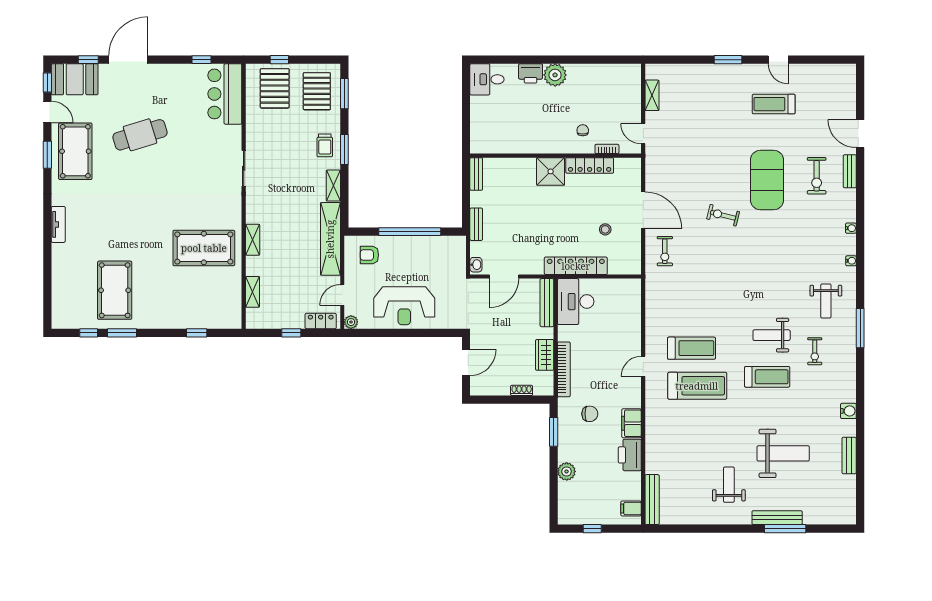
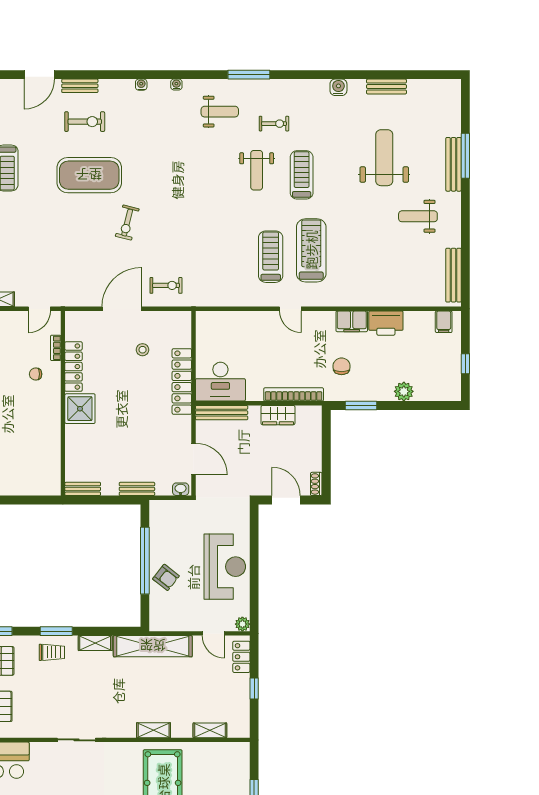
armchair: (369, 255) -> (166, 577), moved, turned -52
shoe rack: (522, 390) -> (316, 484), moved
bench: (652, 500) -> (454, 275), moved, turned 90

